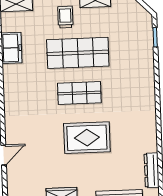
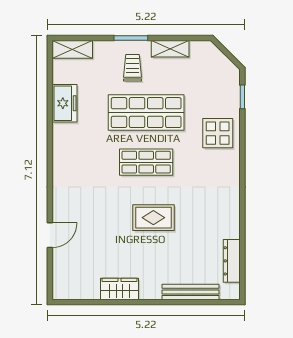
display table: (136, 67) -> (218, 133), added
rug: (87, 138) -> (153, 218), width x0.73, depth x0.70

